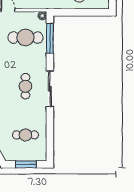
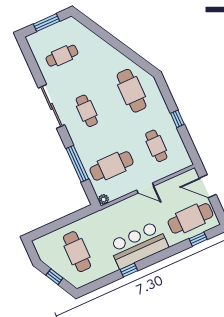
window: (50, 38) -> (77, 164), moved
sliding door: (50, 89) -> (51, 106), moved

